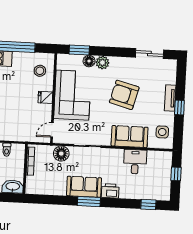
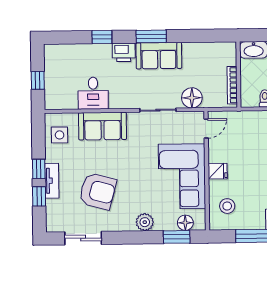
floor lamp: (89, 61) -> (185, 223), moved
window: (180, 87) -> (39, 196), added
armchair: (124, 95) -> (98, 191), moved
window: (148, 205) -> (102, 37), moved

